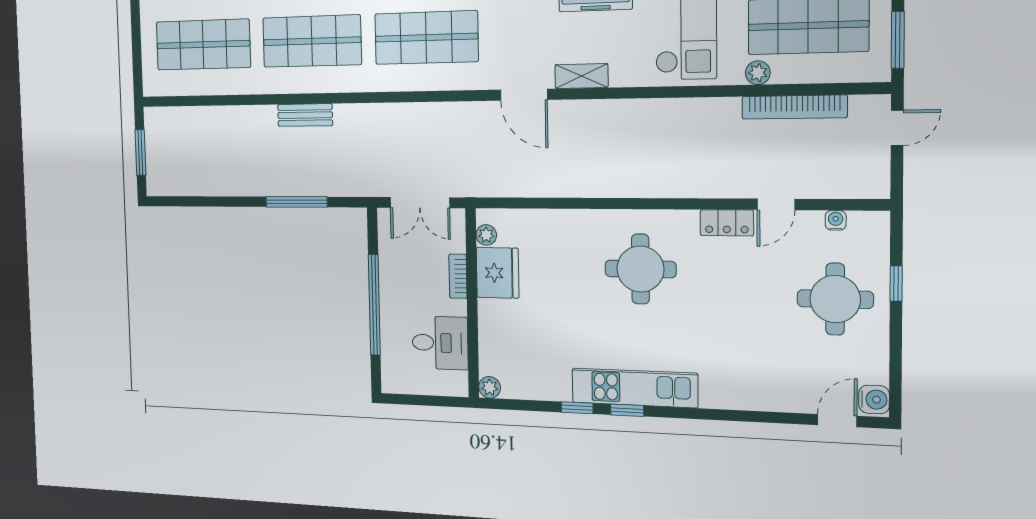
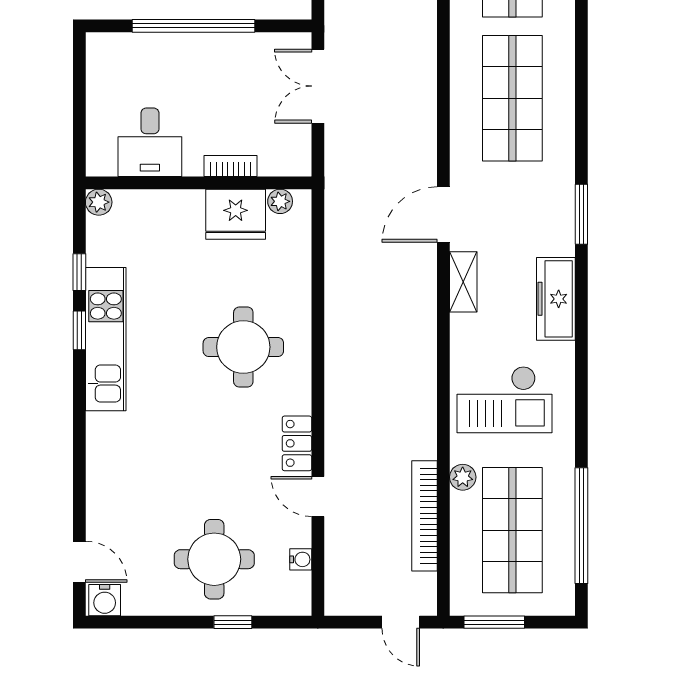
plant: (486, 235) -> (280, 201), moved
fridge: (498, 273) -> (236, 214), moved
bookcase: (458, 276) -> (231, 166), moved
wall: (472, 303) -> (199, 183), moved
desk: (440, 343) -> (150, 142), moved
plant: (490, 387) -> (99, 202), moved

